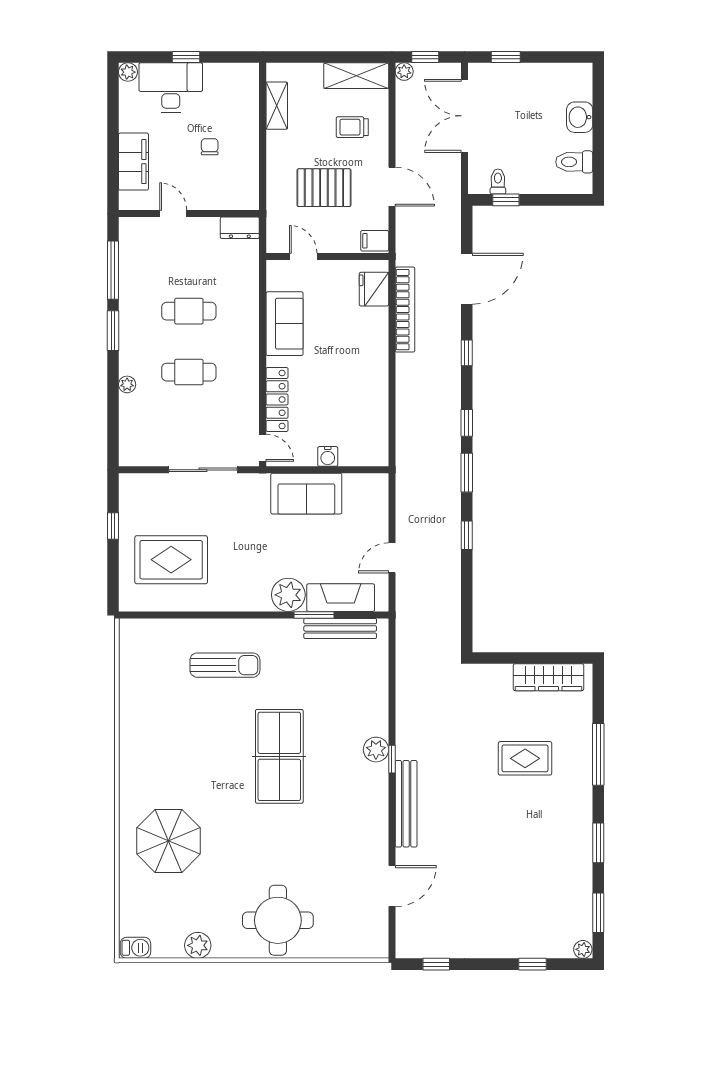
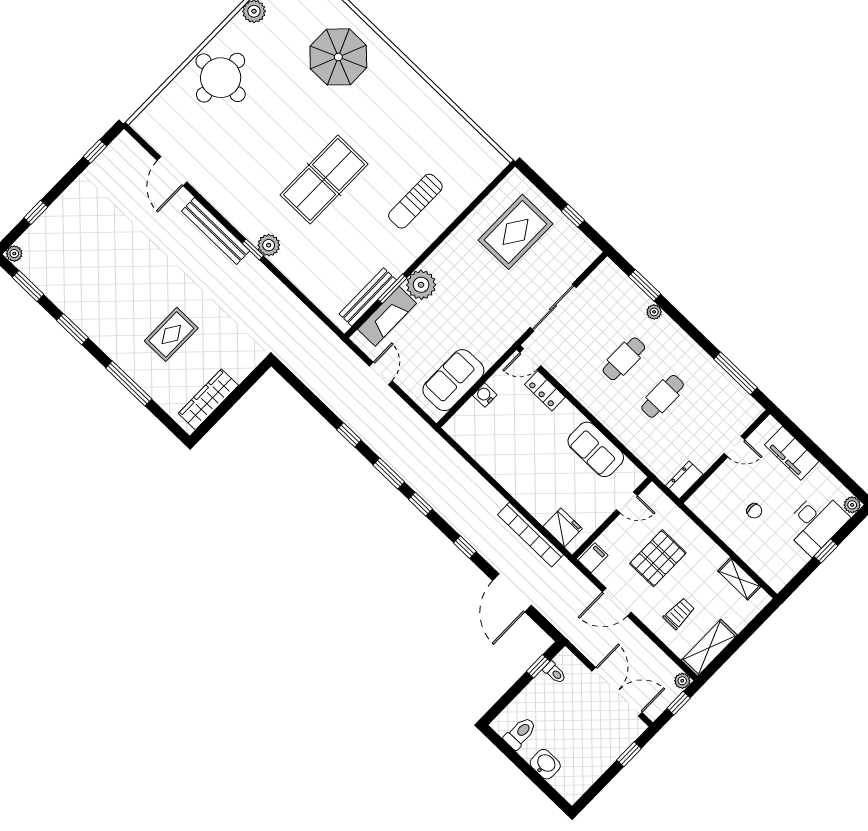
window: (113, 331) -> (645, 285), moved
locker: (277, 399) -> (545, 391), width x0.66
sofa: (306, 494) -> (453, 380), moved
table tennis table: (279, 756) -> (324, 180), turned 90

